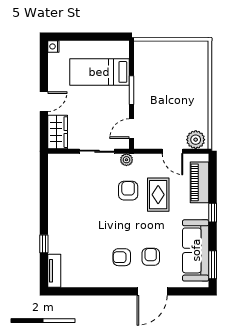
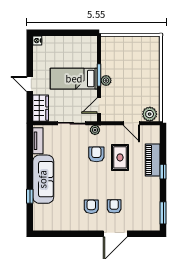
bed: (99, 72) -> (74, 79), moved
plant: (140, 97) -> (106, 81), added
door: (44, 102) -> (30, 84), swing flipped
piano: (200, 182) -> (153, 160), moved
sofa: (196, 250) -> (43, 179), moved, turned 180
armchair: (122, 257) -> (91, 207), turned 90
tv unit: (54, 271) -> (38, 141), moved

